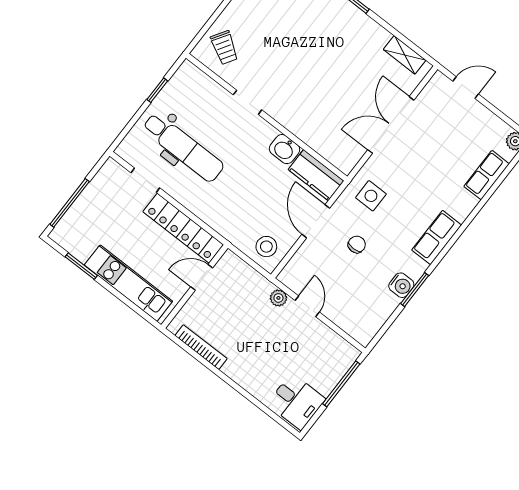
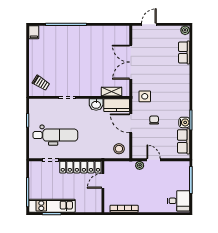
shelving: (405, 55) -> (112, 92), moved
row of seats: (437, 237) -> (184, 141), moved
kitchen unit: (128, 283) -> (52, 206), moved

